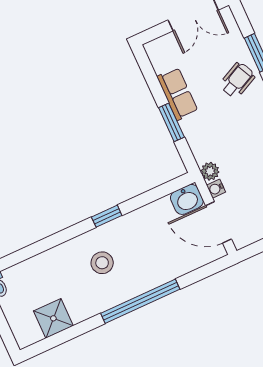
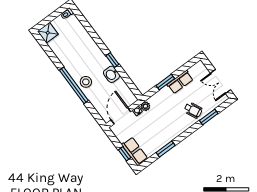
washbasin: (187, 199) -> (112, 74), moved
stool: (102, 263) -> (86, 82), moved
shower: (53, 318) -> (48, 33), moved

